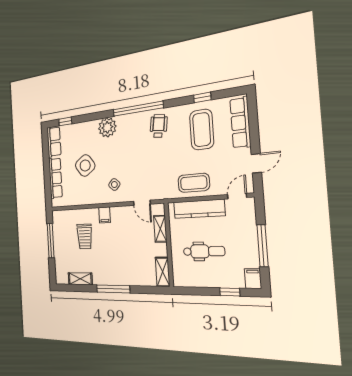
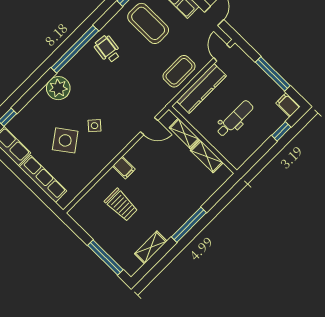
side table: (114, 184) -> (95, 126), moved
window: (51, 241) -> (105, 258), moved
shelving: (163, 272) -> (207, 156), moved

